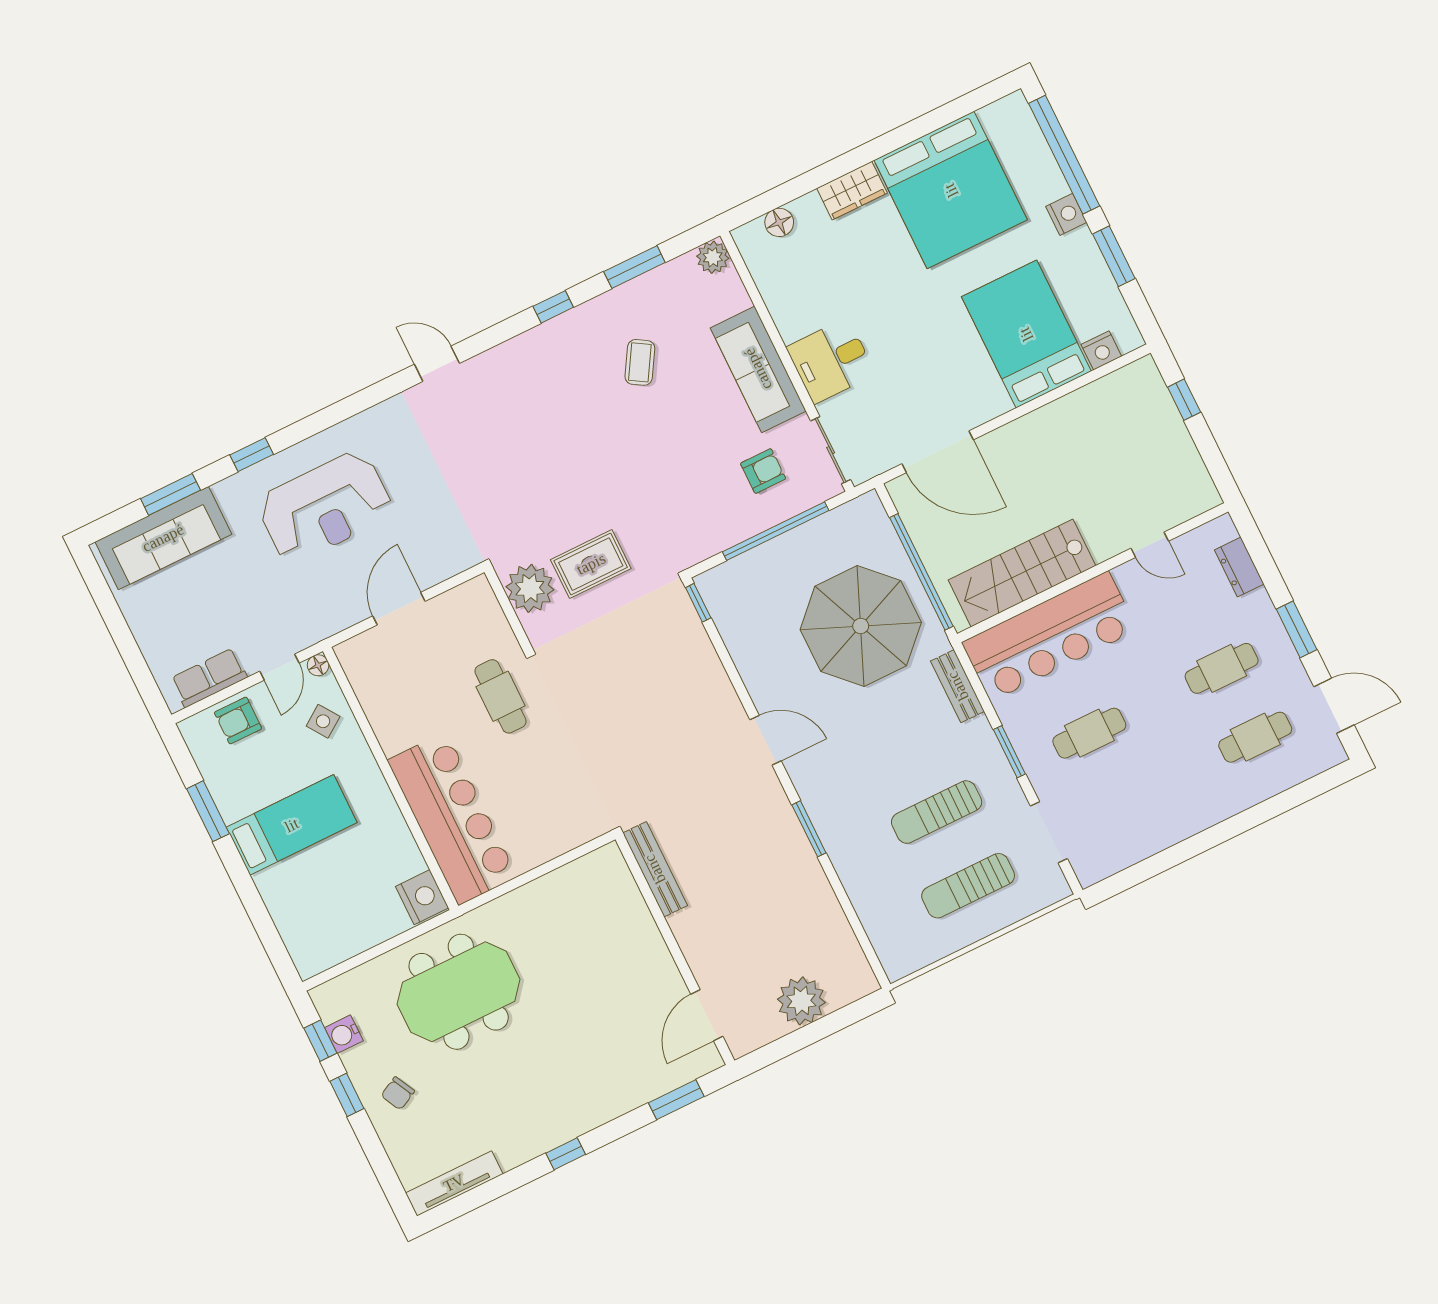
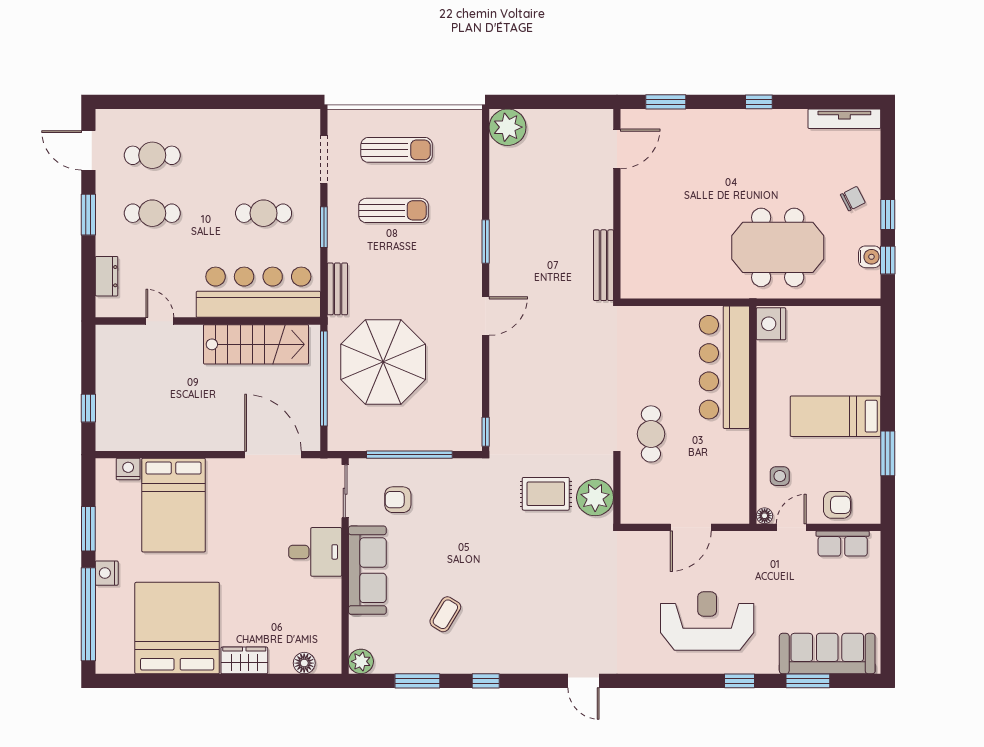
side table: (323, 721) -> (780, 476), turned 35
door: (766, 740) -> (486, 316), swing flipped
plant: (801, 1001) -> (508, 127), moved

